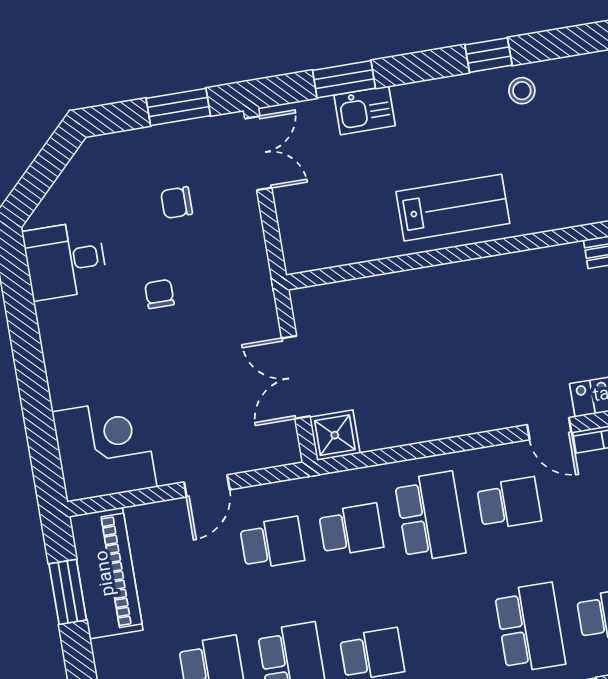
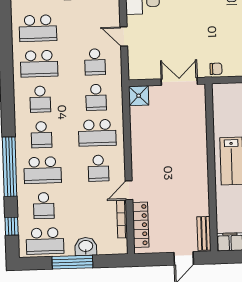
chair: (159, 294) -> (216, 69), moved
double door: (296, 377) -> (179, 82), moved
school desk: (451, 641) -> (41, 135), added

